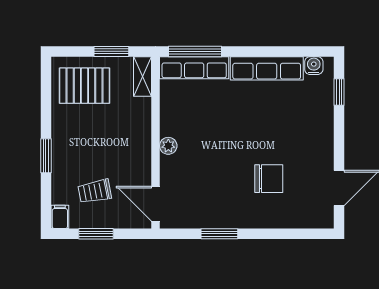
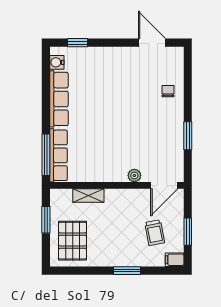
shelving: (143, 76) -> (88, 196), moved
plant: (168, 146) -> (134, 175), moved
chair: (269, 179) -> (168, 91), moved, width x0.54, depth x0.54

